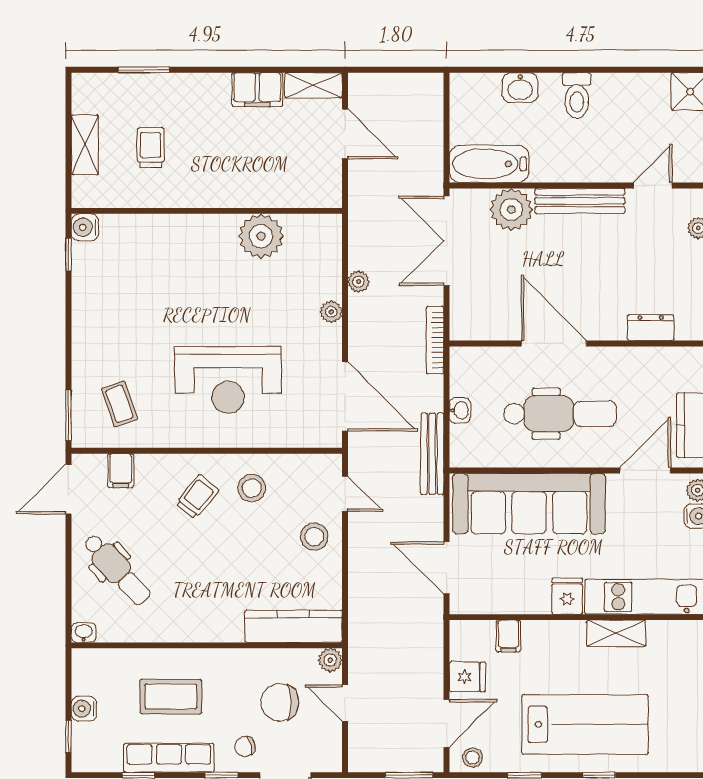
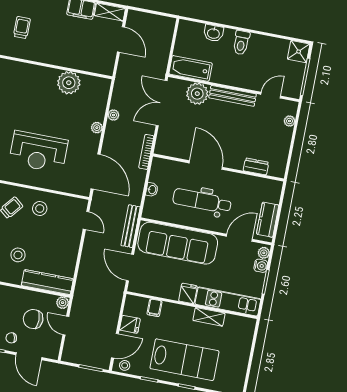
dental chair: (560, 414) -> (202, 201), turned 180
bench: (432, 454) -> (131, 226), moved
stool: (314, 537) -> (18, 255), moved

